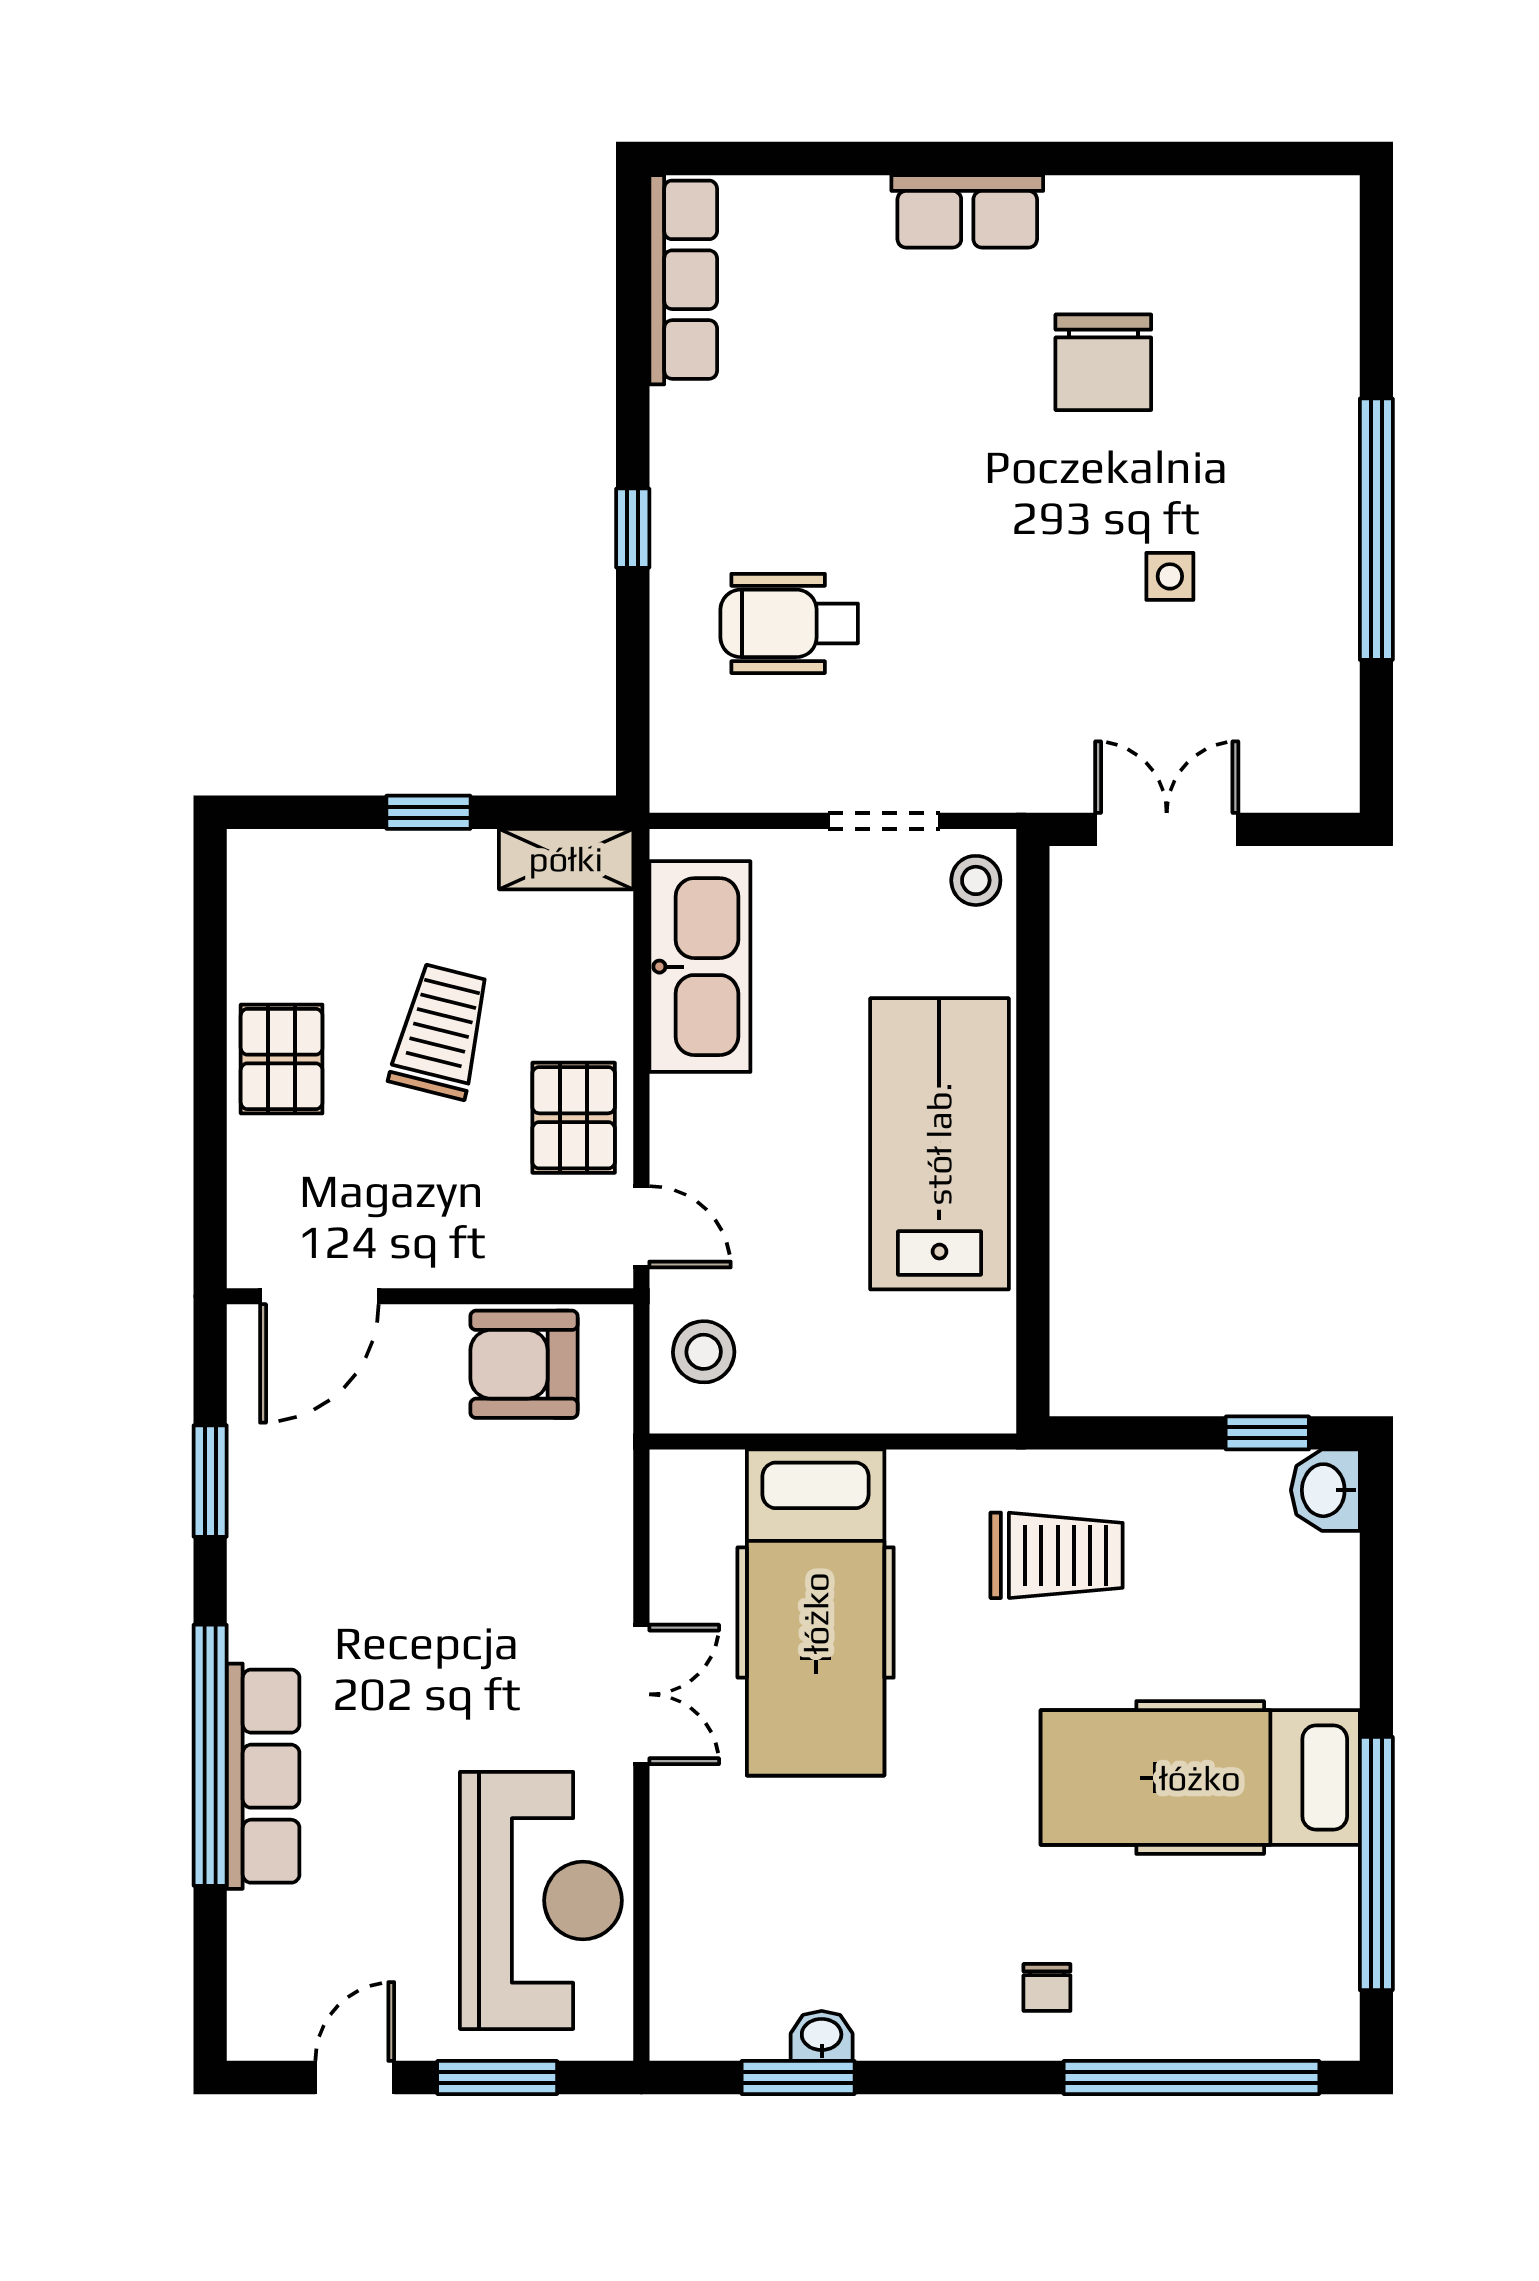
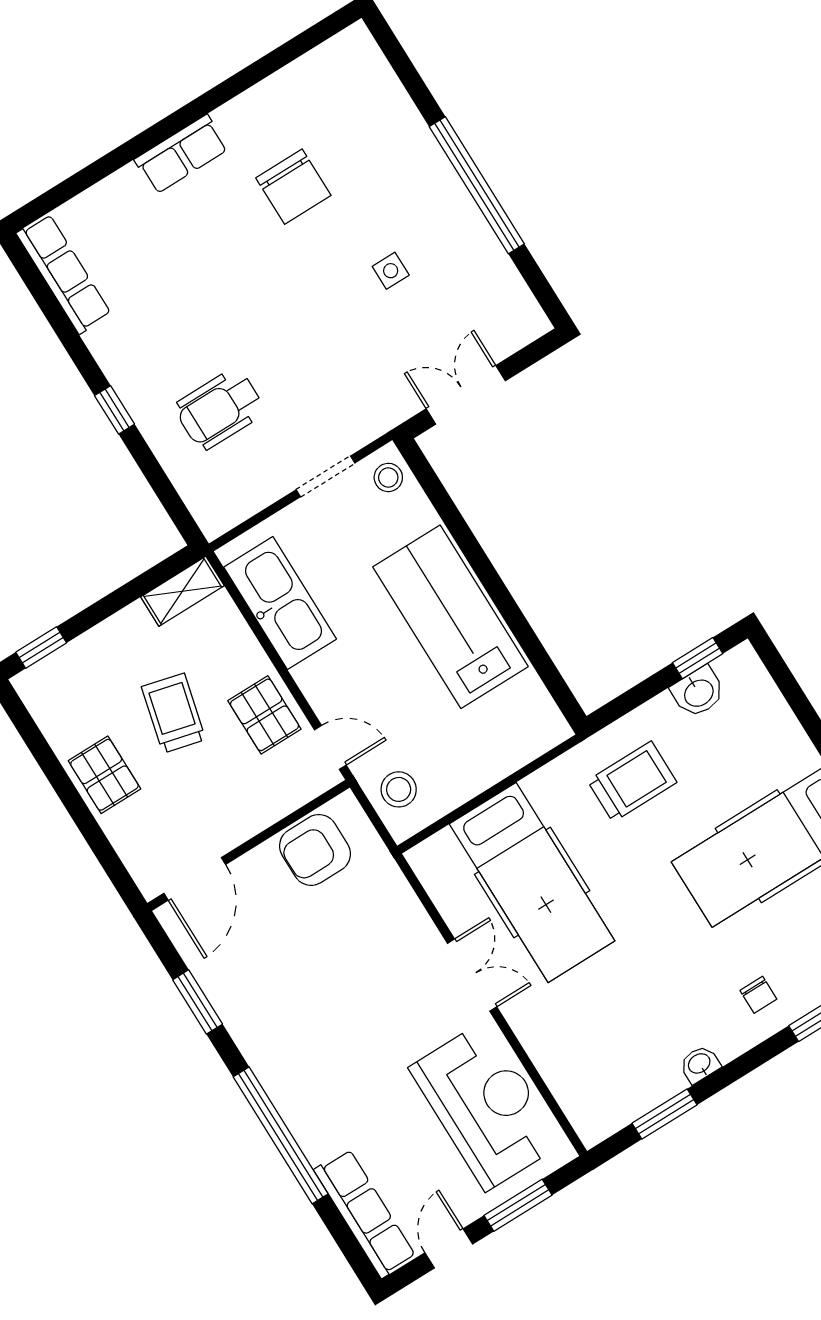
window: (428, 812) -> (41, 648), moved
washbasin: (1325, 1490) -> (698, 692), moved, turned -90
row of seats: (263, 1776) -> (365, 1213), moved
washbasin: (822, 2036) -> (700, 1064), moved

